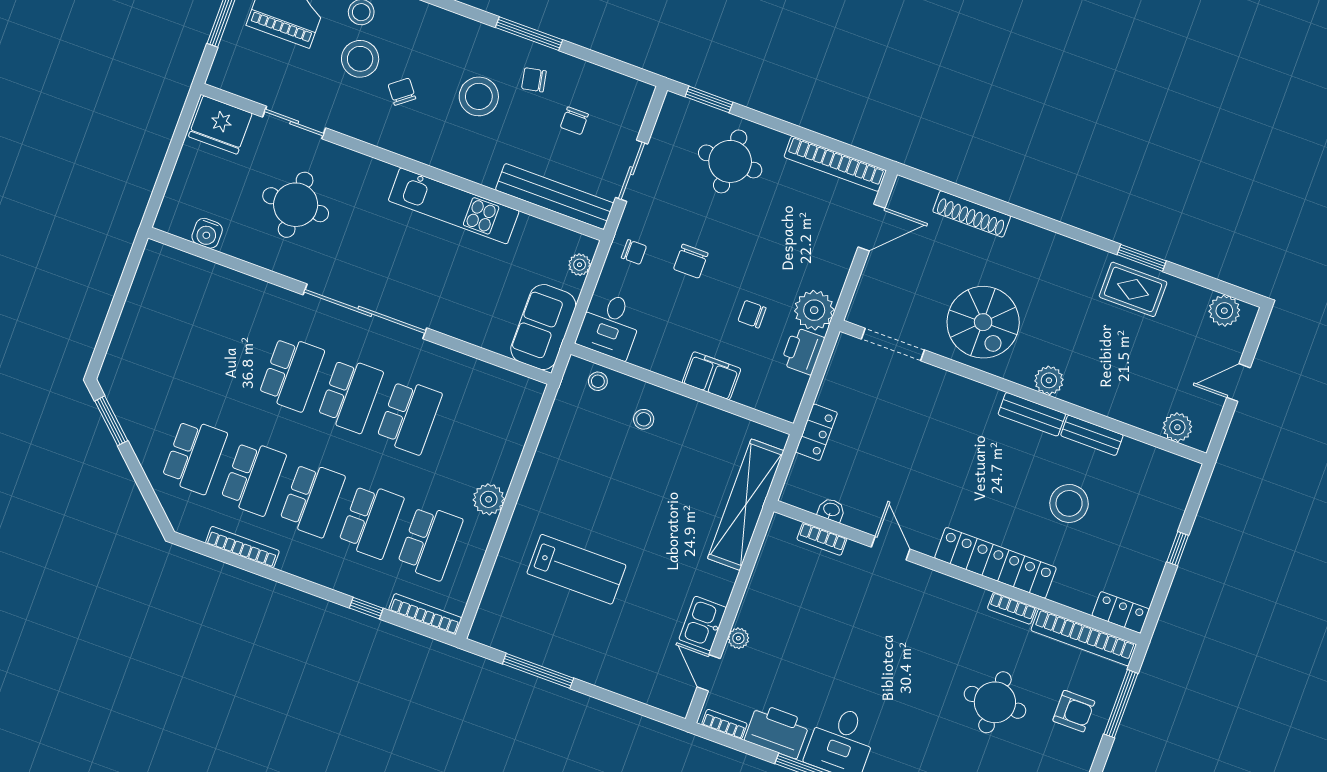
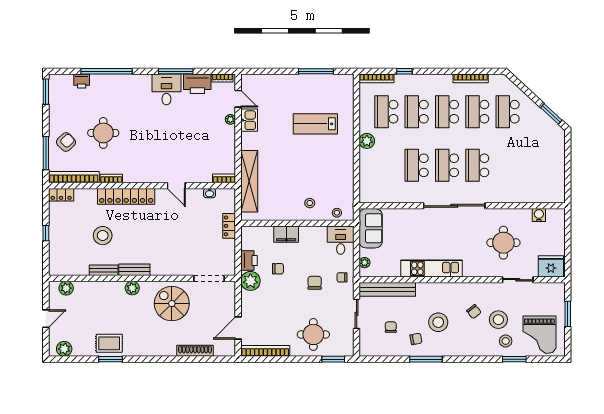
bookcase: (822, 539) -> (224, 178), moved
armchair: (1074, 711) -> (66, 142), turned 136

